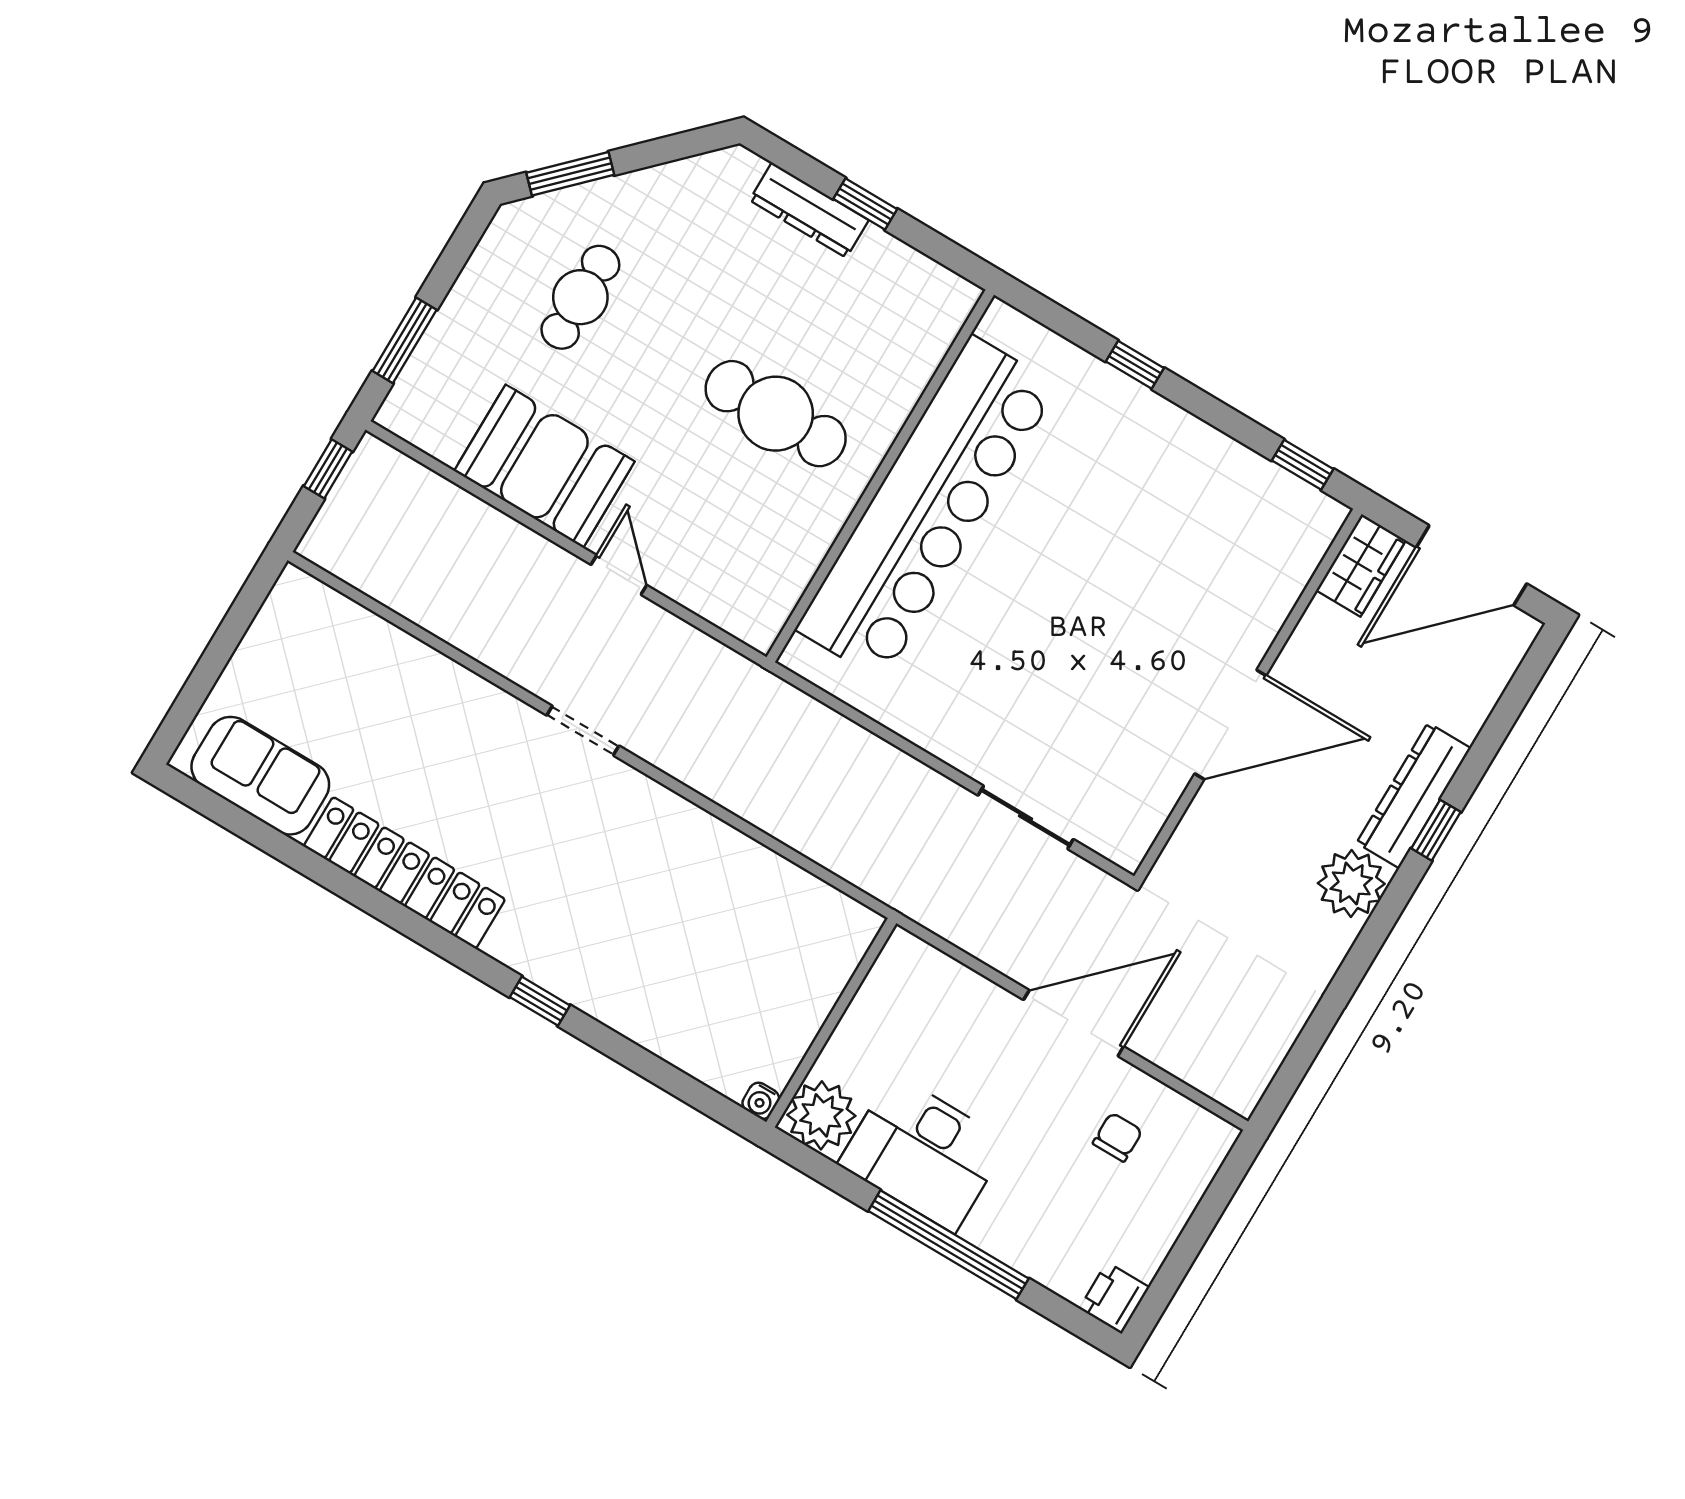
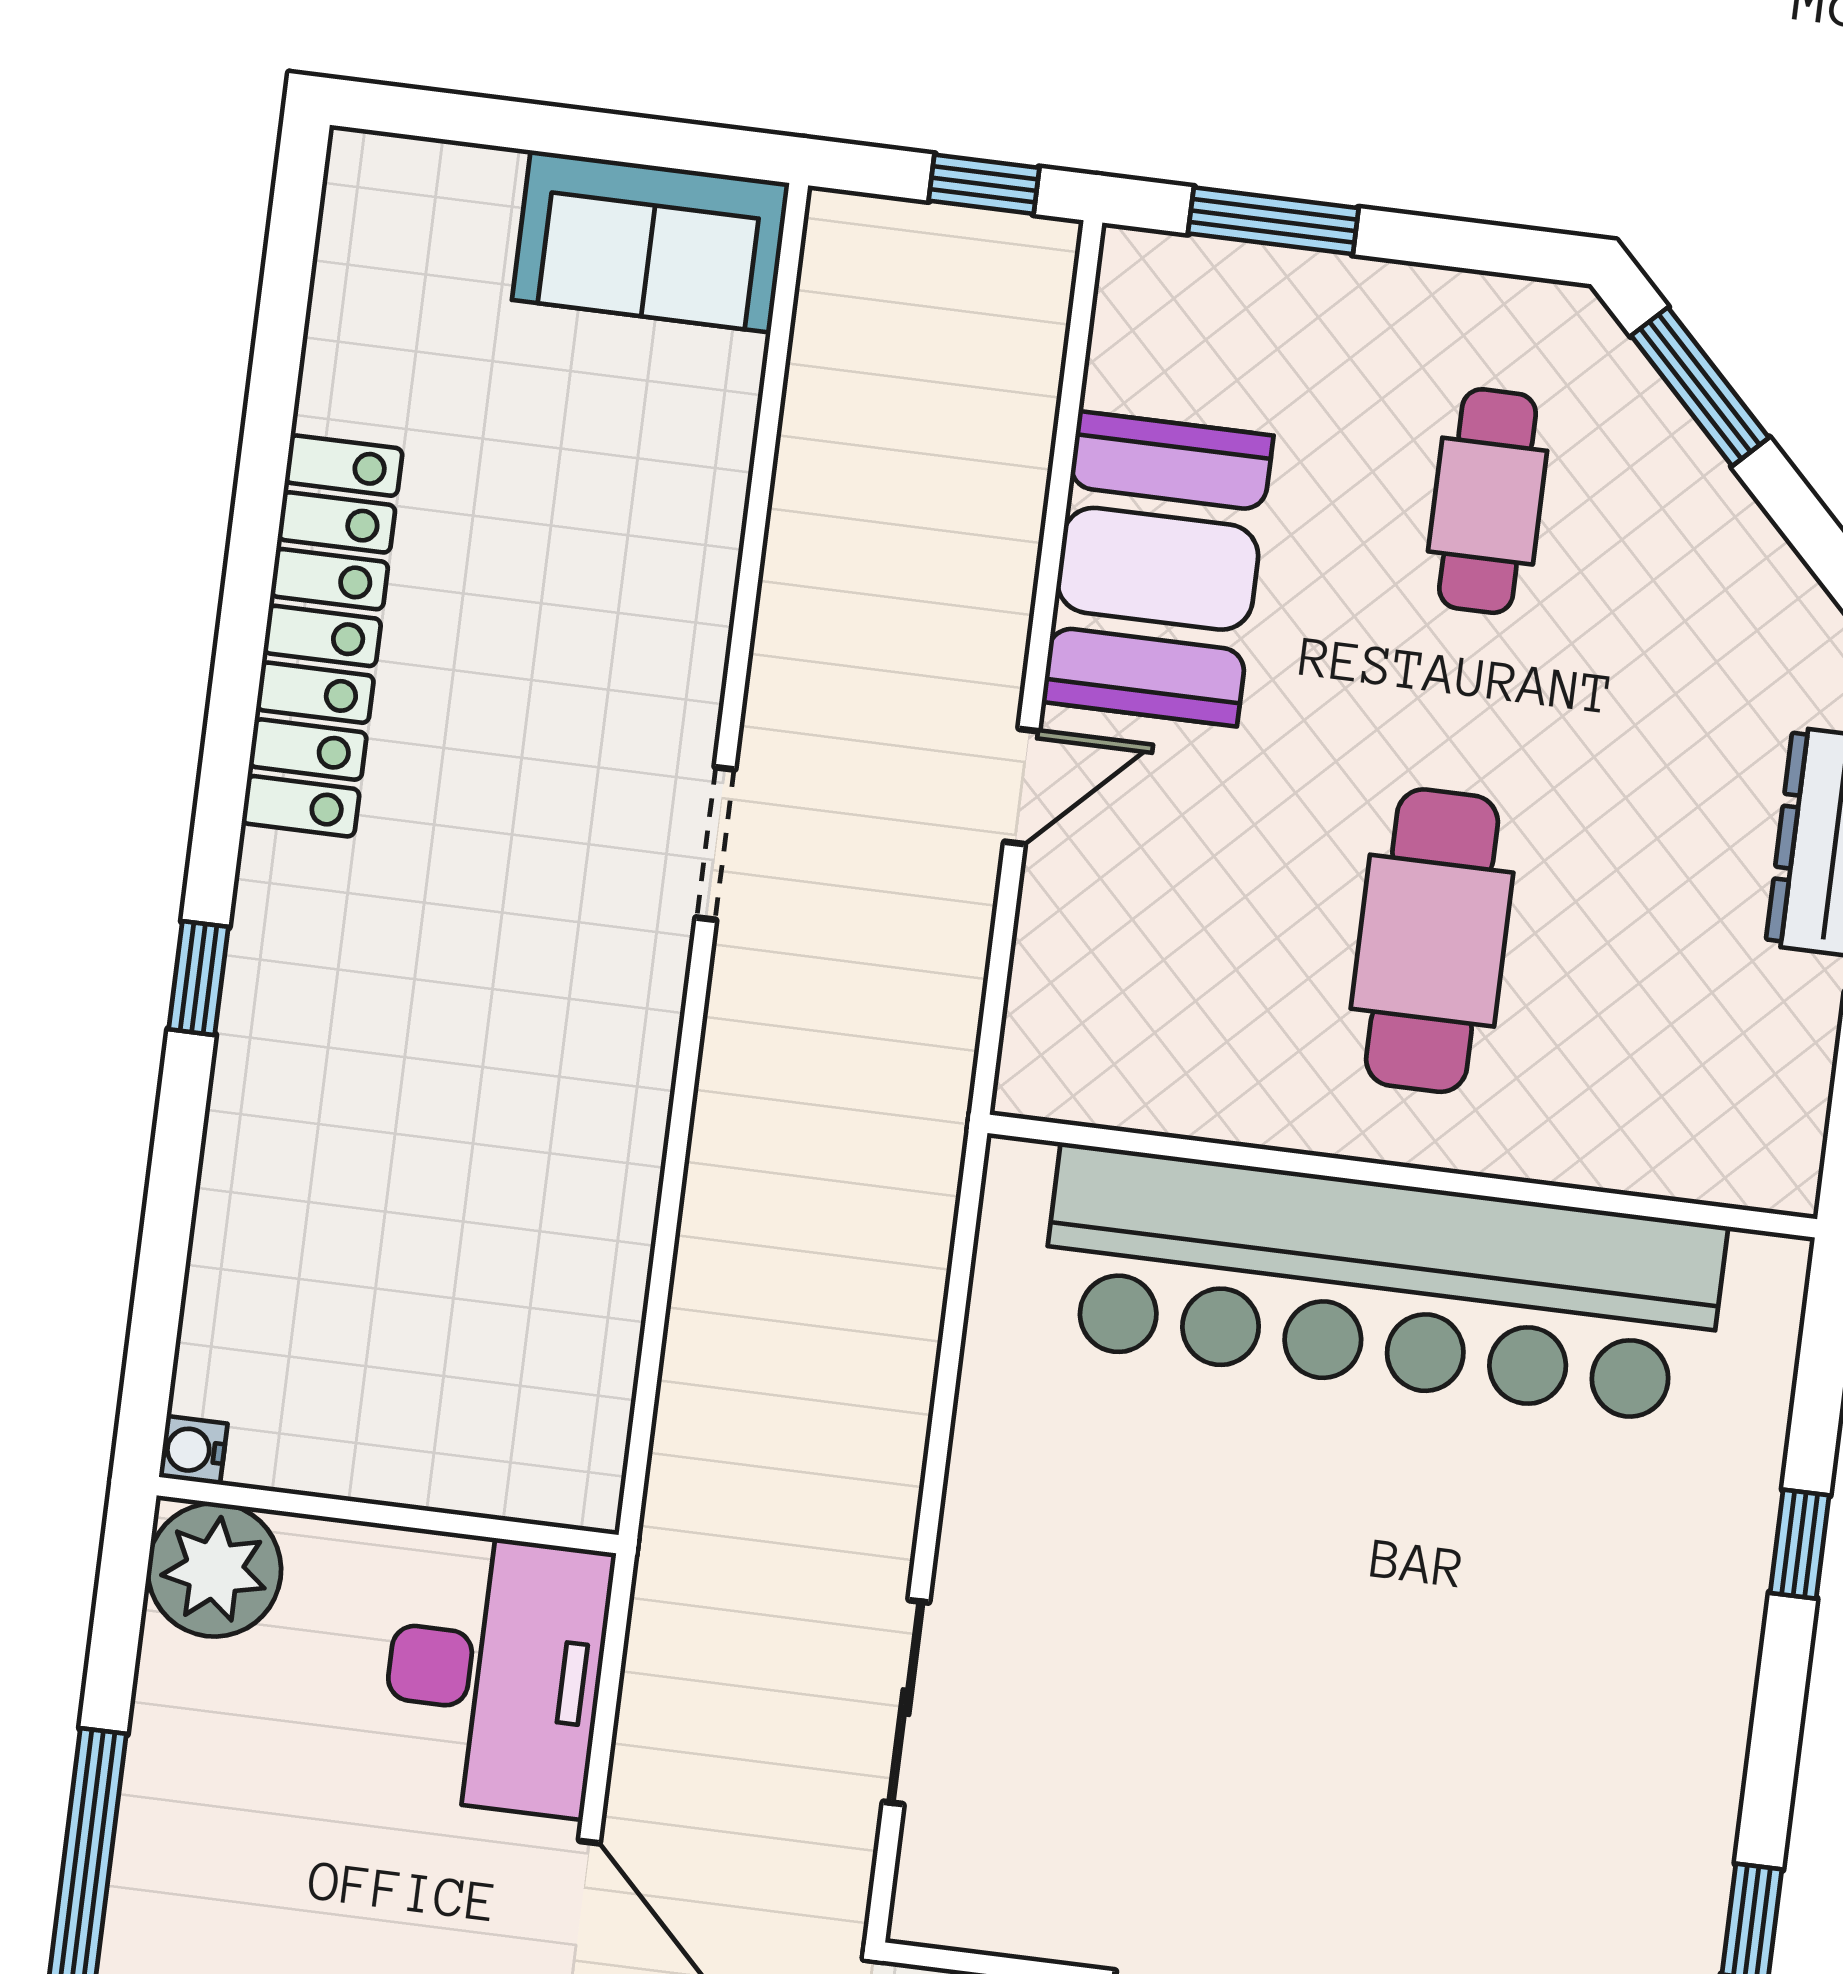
cafe table: (580, 297) -> (1488, 501), turned 90
sofa: (260, 776) -> (651, 241), moved, turned 90
desk: (923, 1153) -> (495, 1674), moved, turned 180

